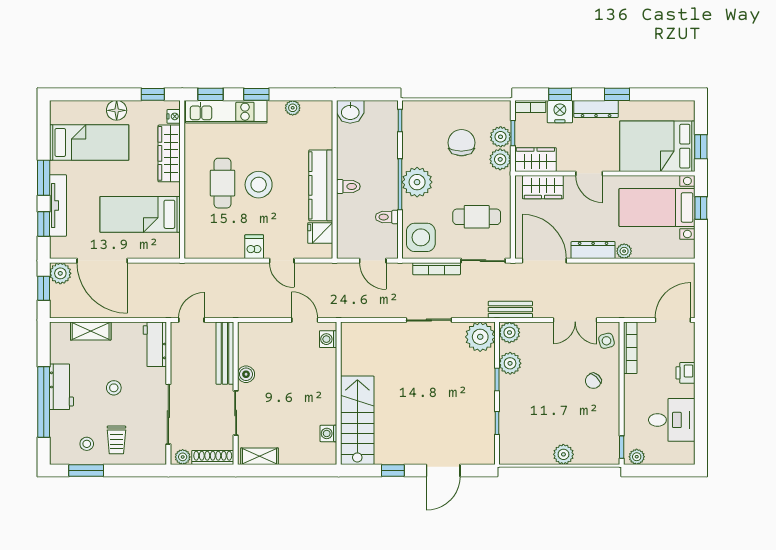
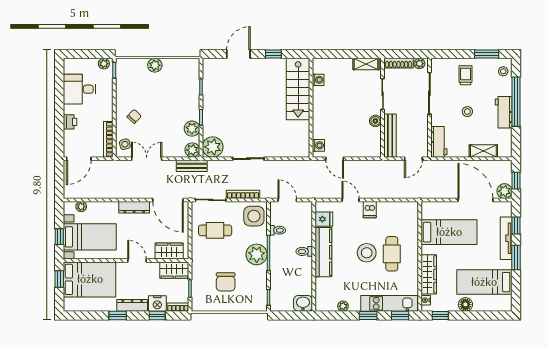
plant: (501, 137) -> (199, 286), removed
plant: (500, 159) -> (199, 270), removed
plant: (624, 251) -> (81, 207), moved
stool: (87, 444) -> (503, 71), moved

